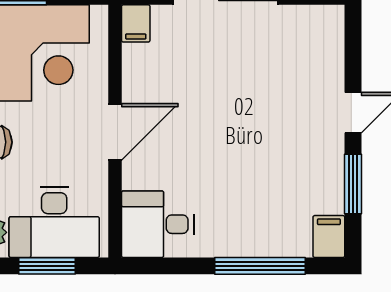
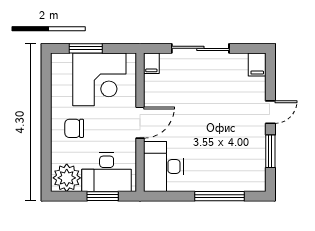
desk: (158, 224) -> (163, 166), width x1.37
filing cabinet: (329, 237) -> (257, 65), moved, turned 180

